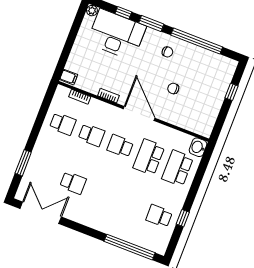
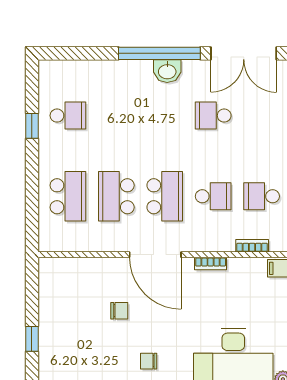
school desk: (91, 135) -> (213, 196), turned 180
school desk: (120, 146) -> (165, 196), width x1.85
washbasin: (198, 147) -> (167, 71), moved, turned 90
school desk: (149, 157) -> (116, 196), turned 180
window: (130, 247) -> (159, 53), moved

